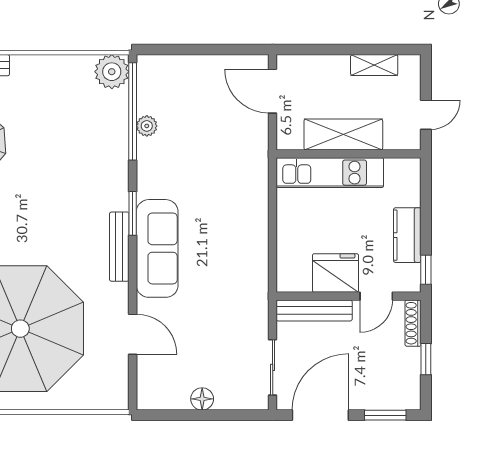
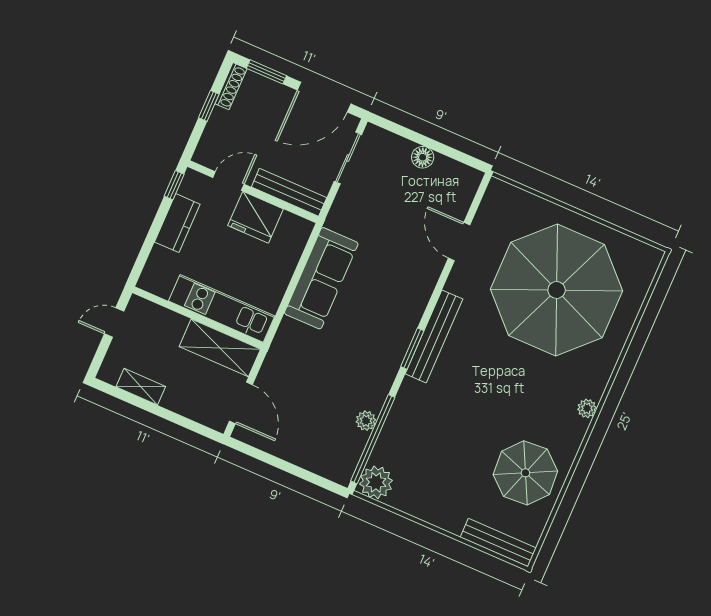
shelving: (343, 134) -> (220, 348), moved
bench: (119, 247) -> (434, 336), width x1.37, depth x1.21
sofa: (157, 248) -> (321, 278), moved, turned 180
shoe rack: (413, 323) -> (231, 86), moved

